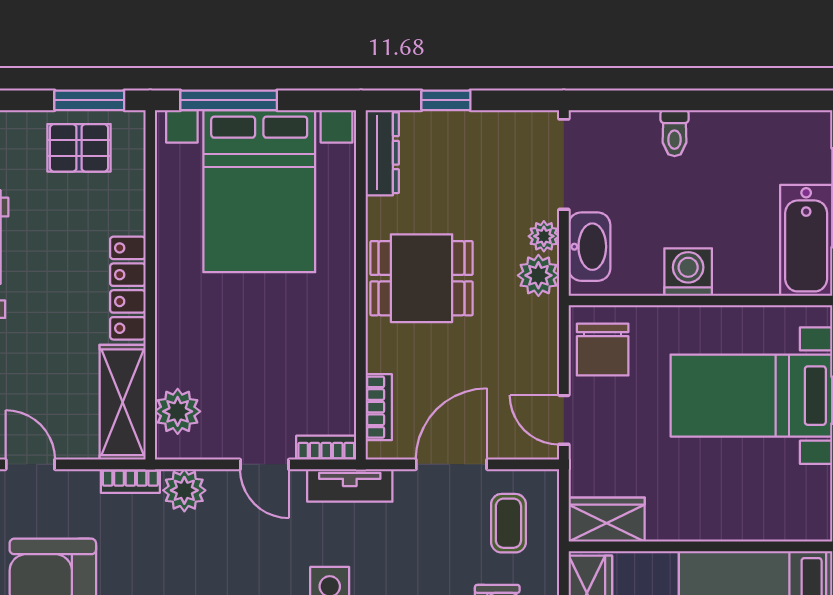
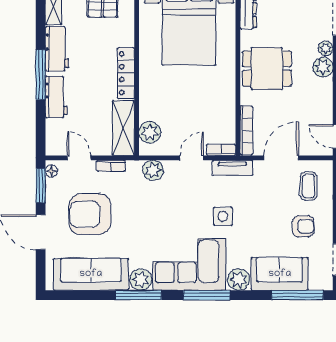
bookcase: (379, 407) -> (246, 130), width x1.56
door: (264, 464) -> (192, 158), swing flipped
bookcase: (130, 481) -> (111, 166), moved

